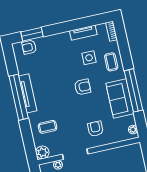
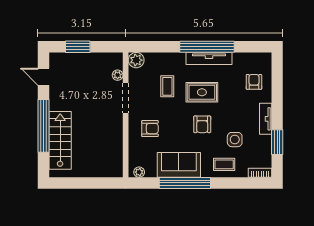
tv unit: (83, 33) -> (266, 119), moved
window: (32, 34) -> (277, 142), moved
armchair: (29, 47) -> (254, 82), moved
rug: (57, 93) -> (202, 92), added
coffee table: (48, 127) -> (167, 86), moved

